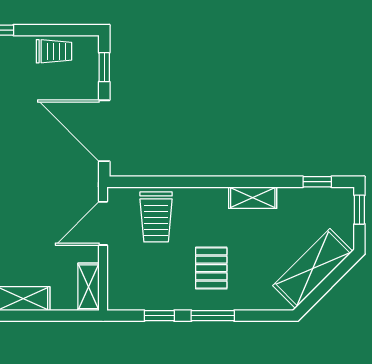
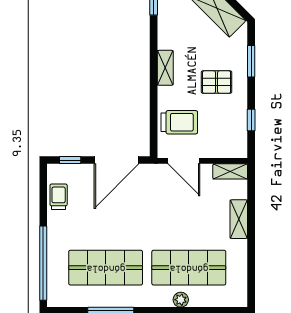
shelving: (253, 198) -> (165, 68), moved
window: (213, 316) -> (251, 61), moved

